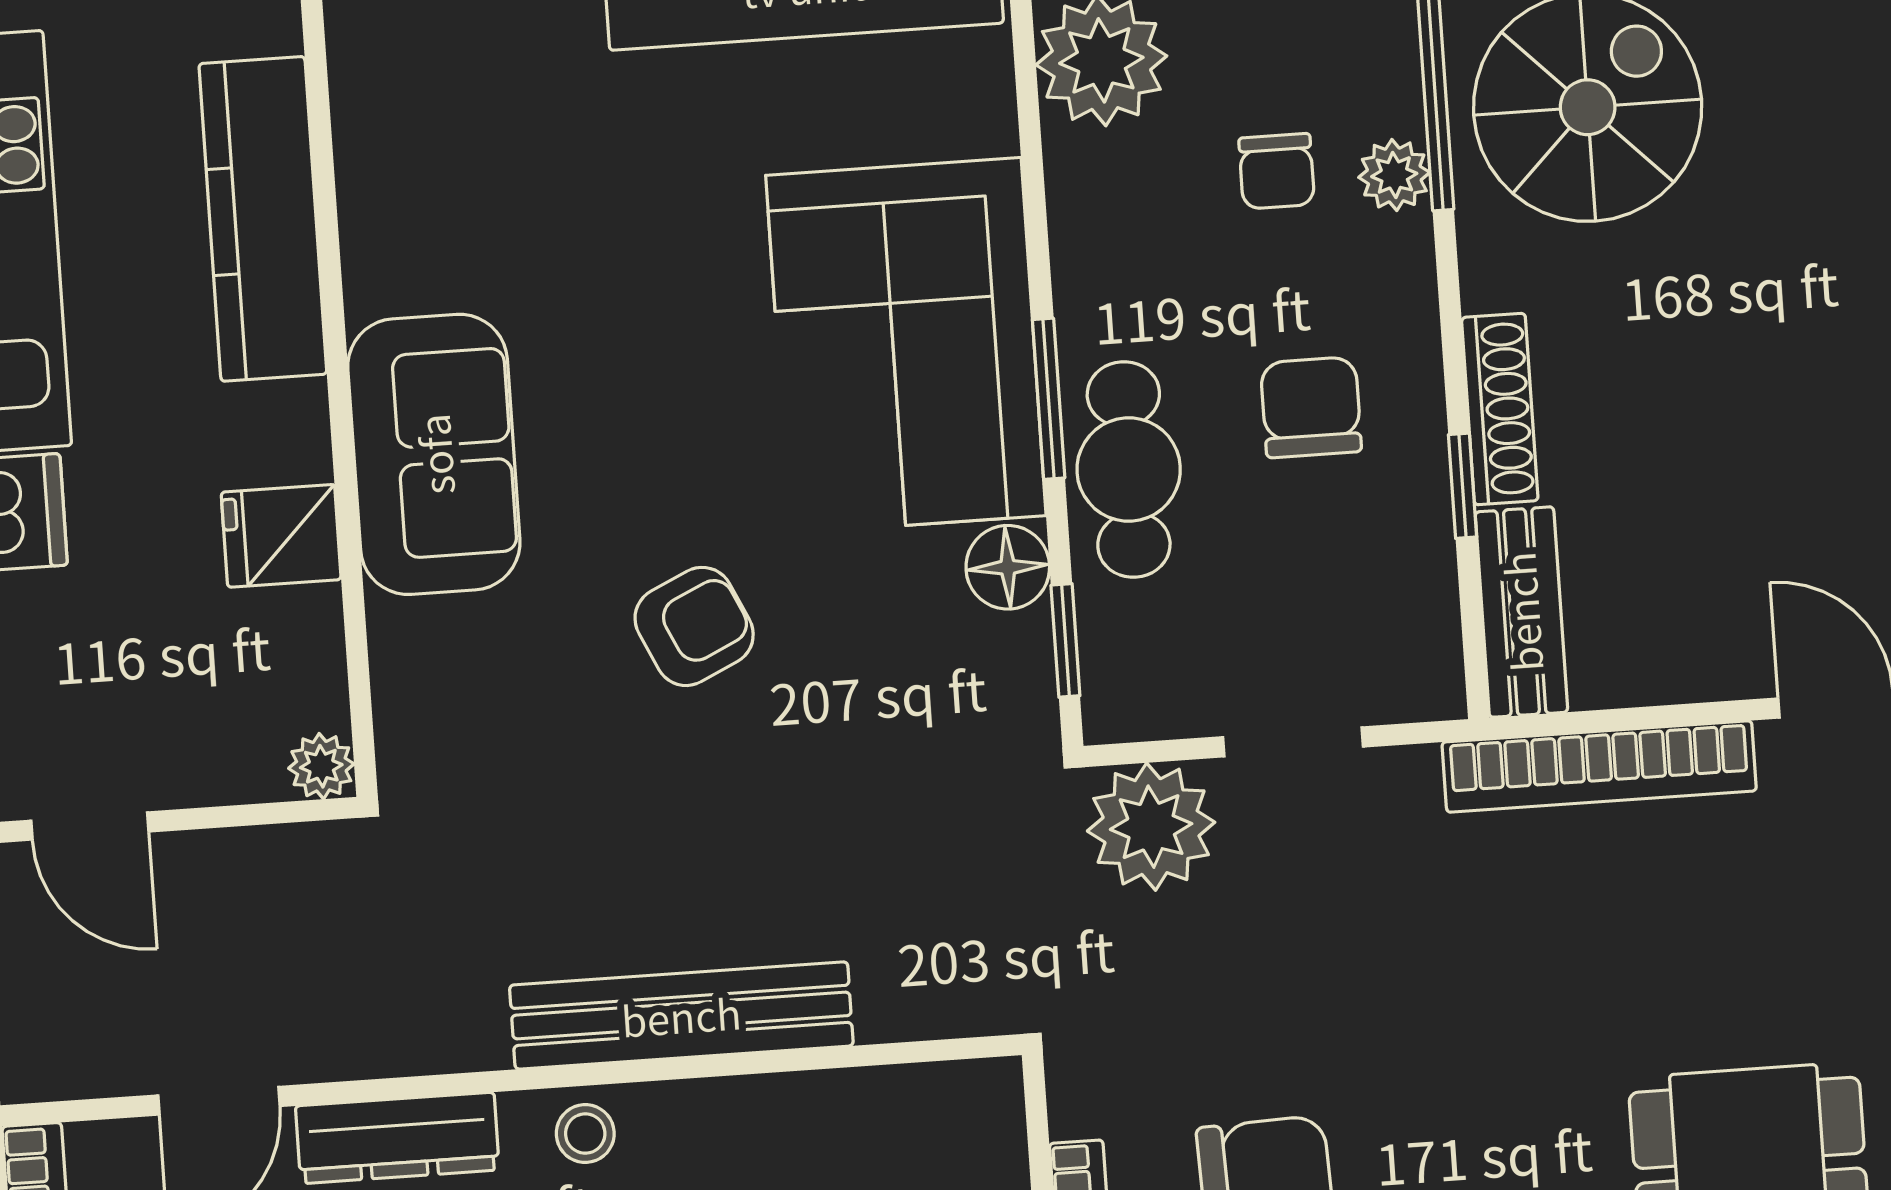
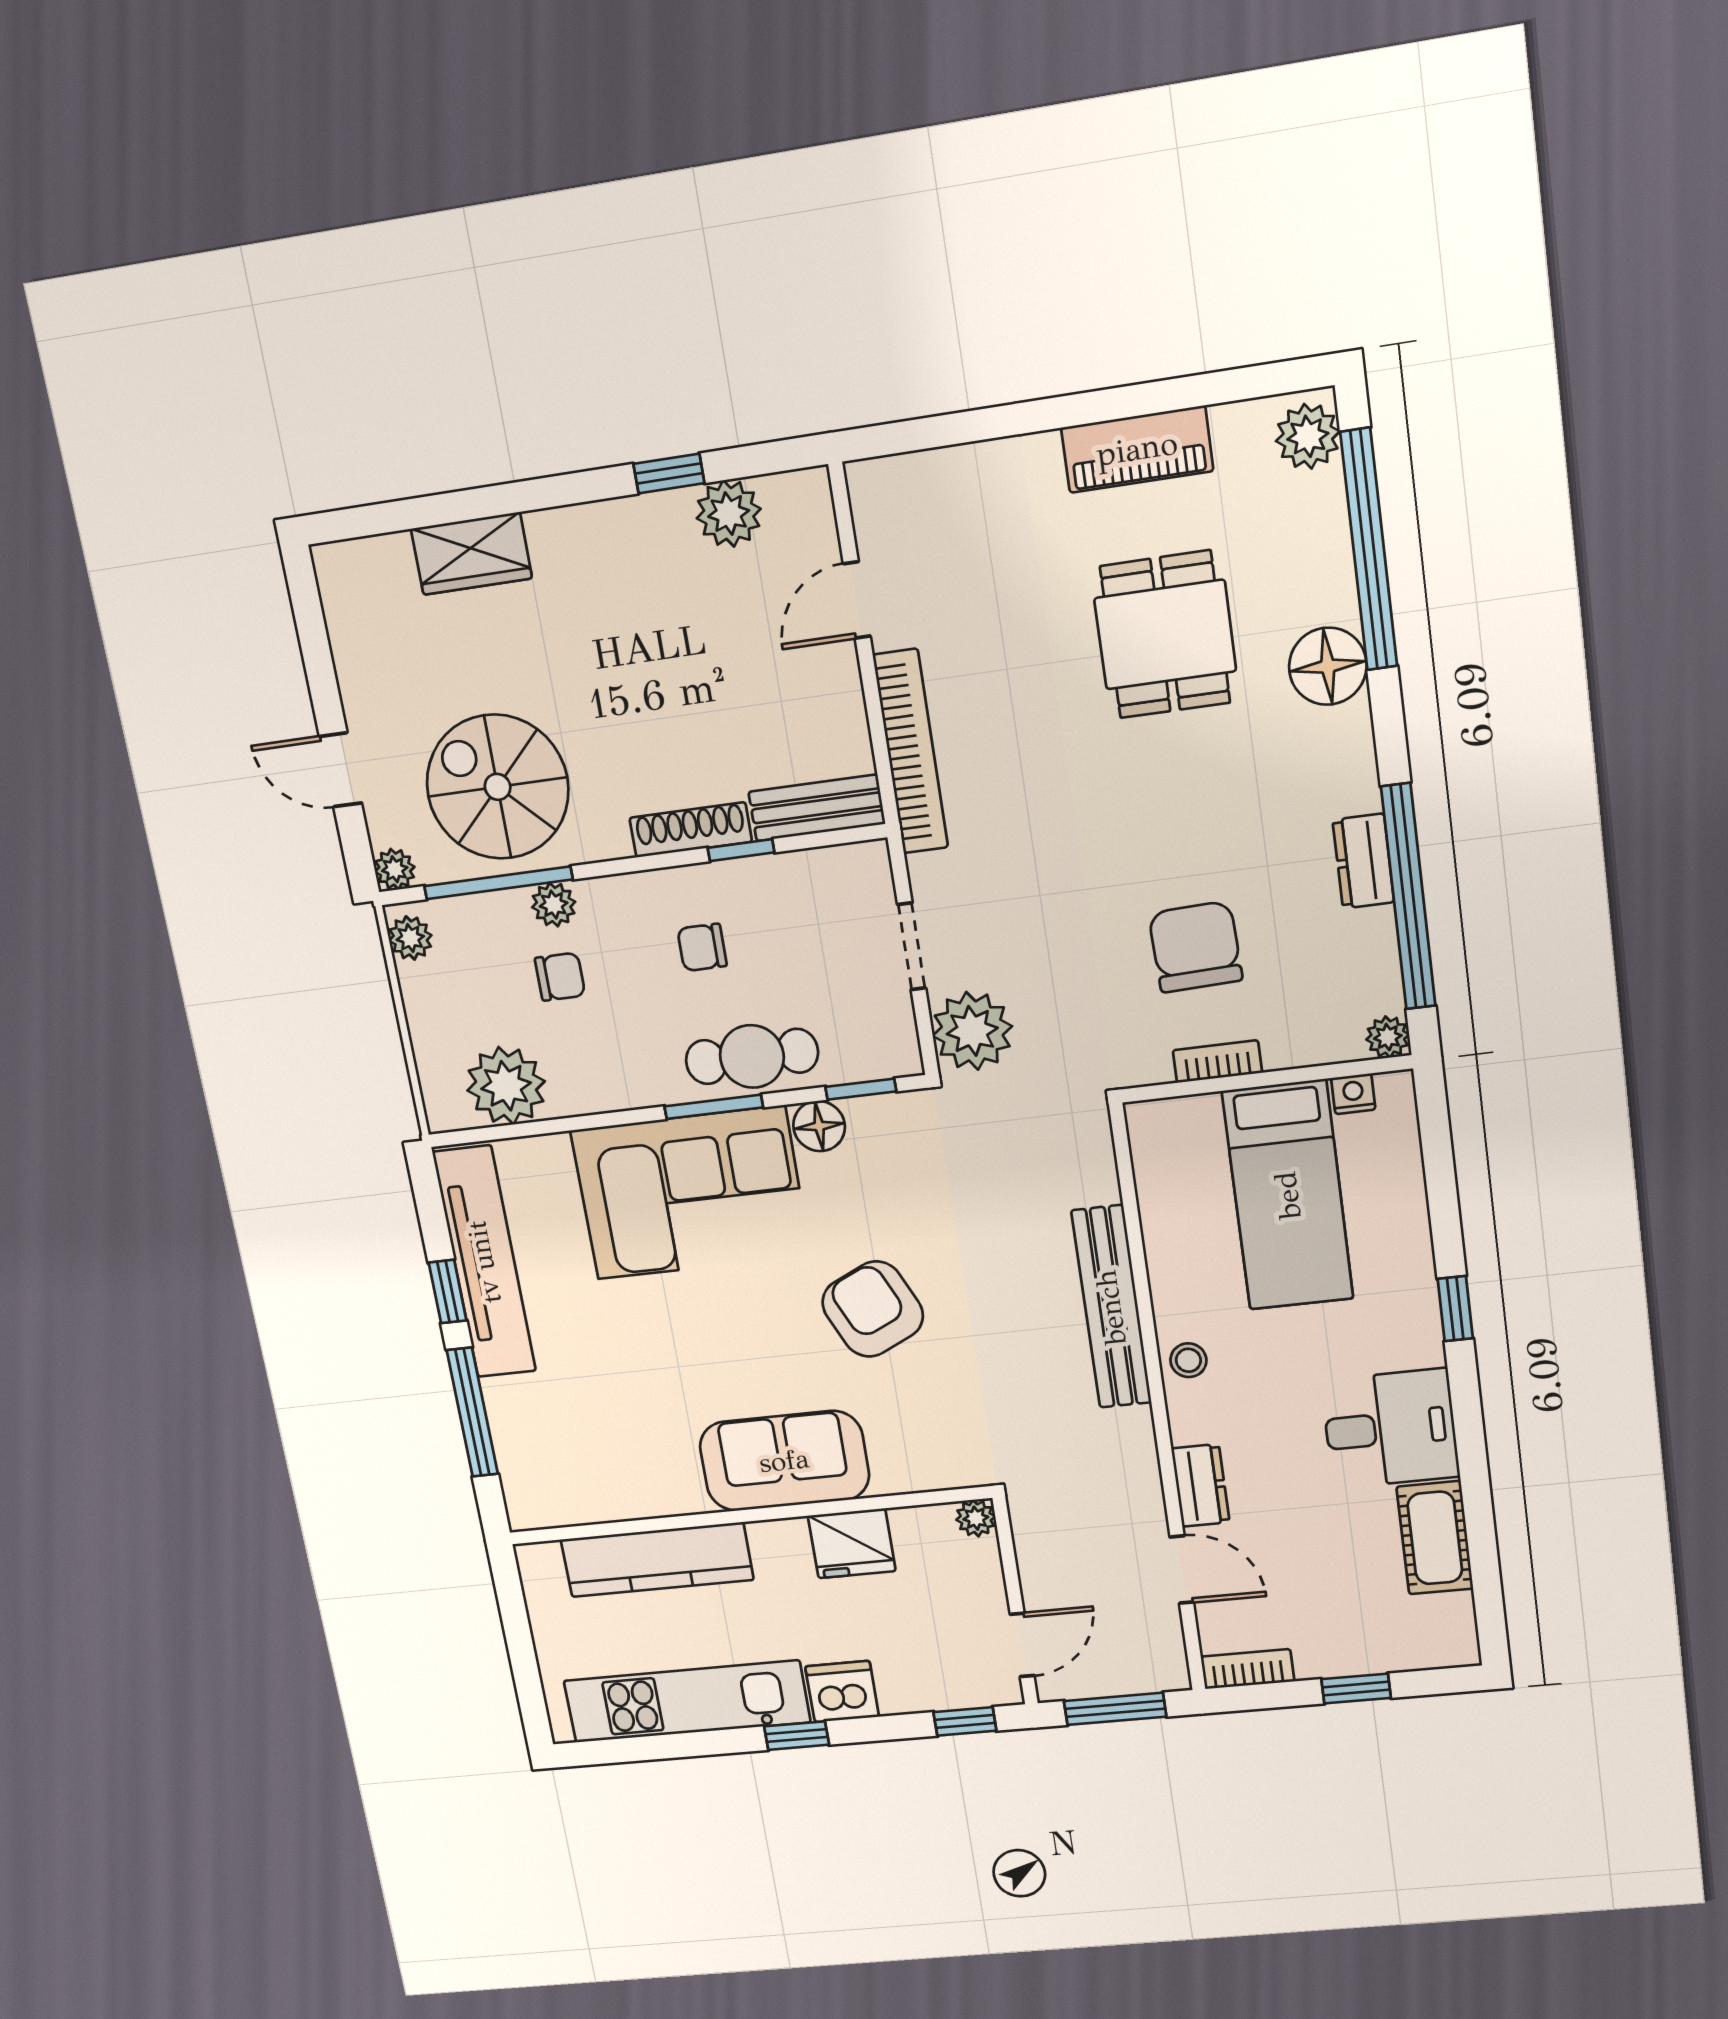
chair: (1311, 407) -> (702, 947), width x0.73, depth x0.73
fridge: (281, 536) -> (852, 1543), width x1.38
armchair: (694, 626) -> (873, 1309), width x1.38, depth x1.38
dresser: (397, 1138) -> (1200, 1485), width x0.70

